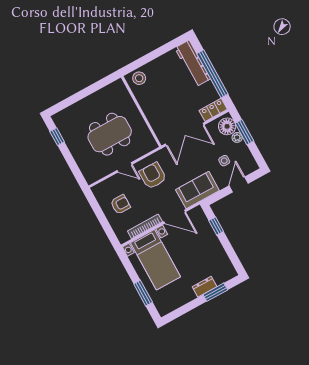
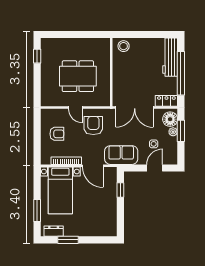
dresser: (205, 287) -> (54, 231), moved
window: (215, 292) -> (68, 240), moved

